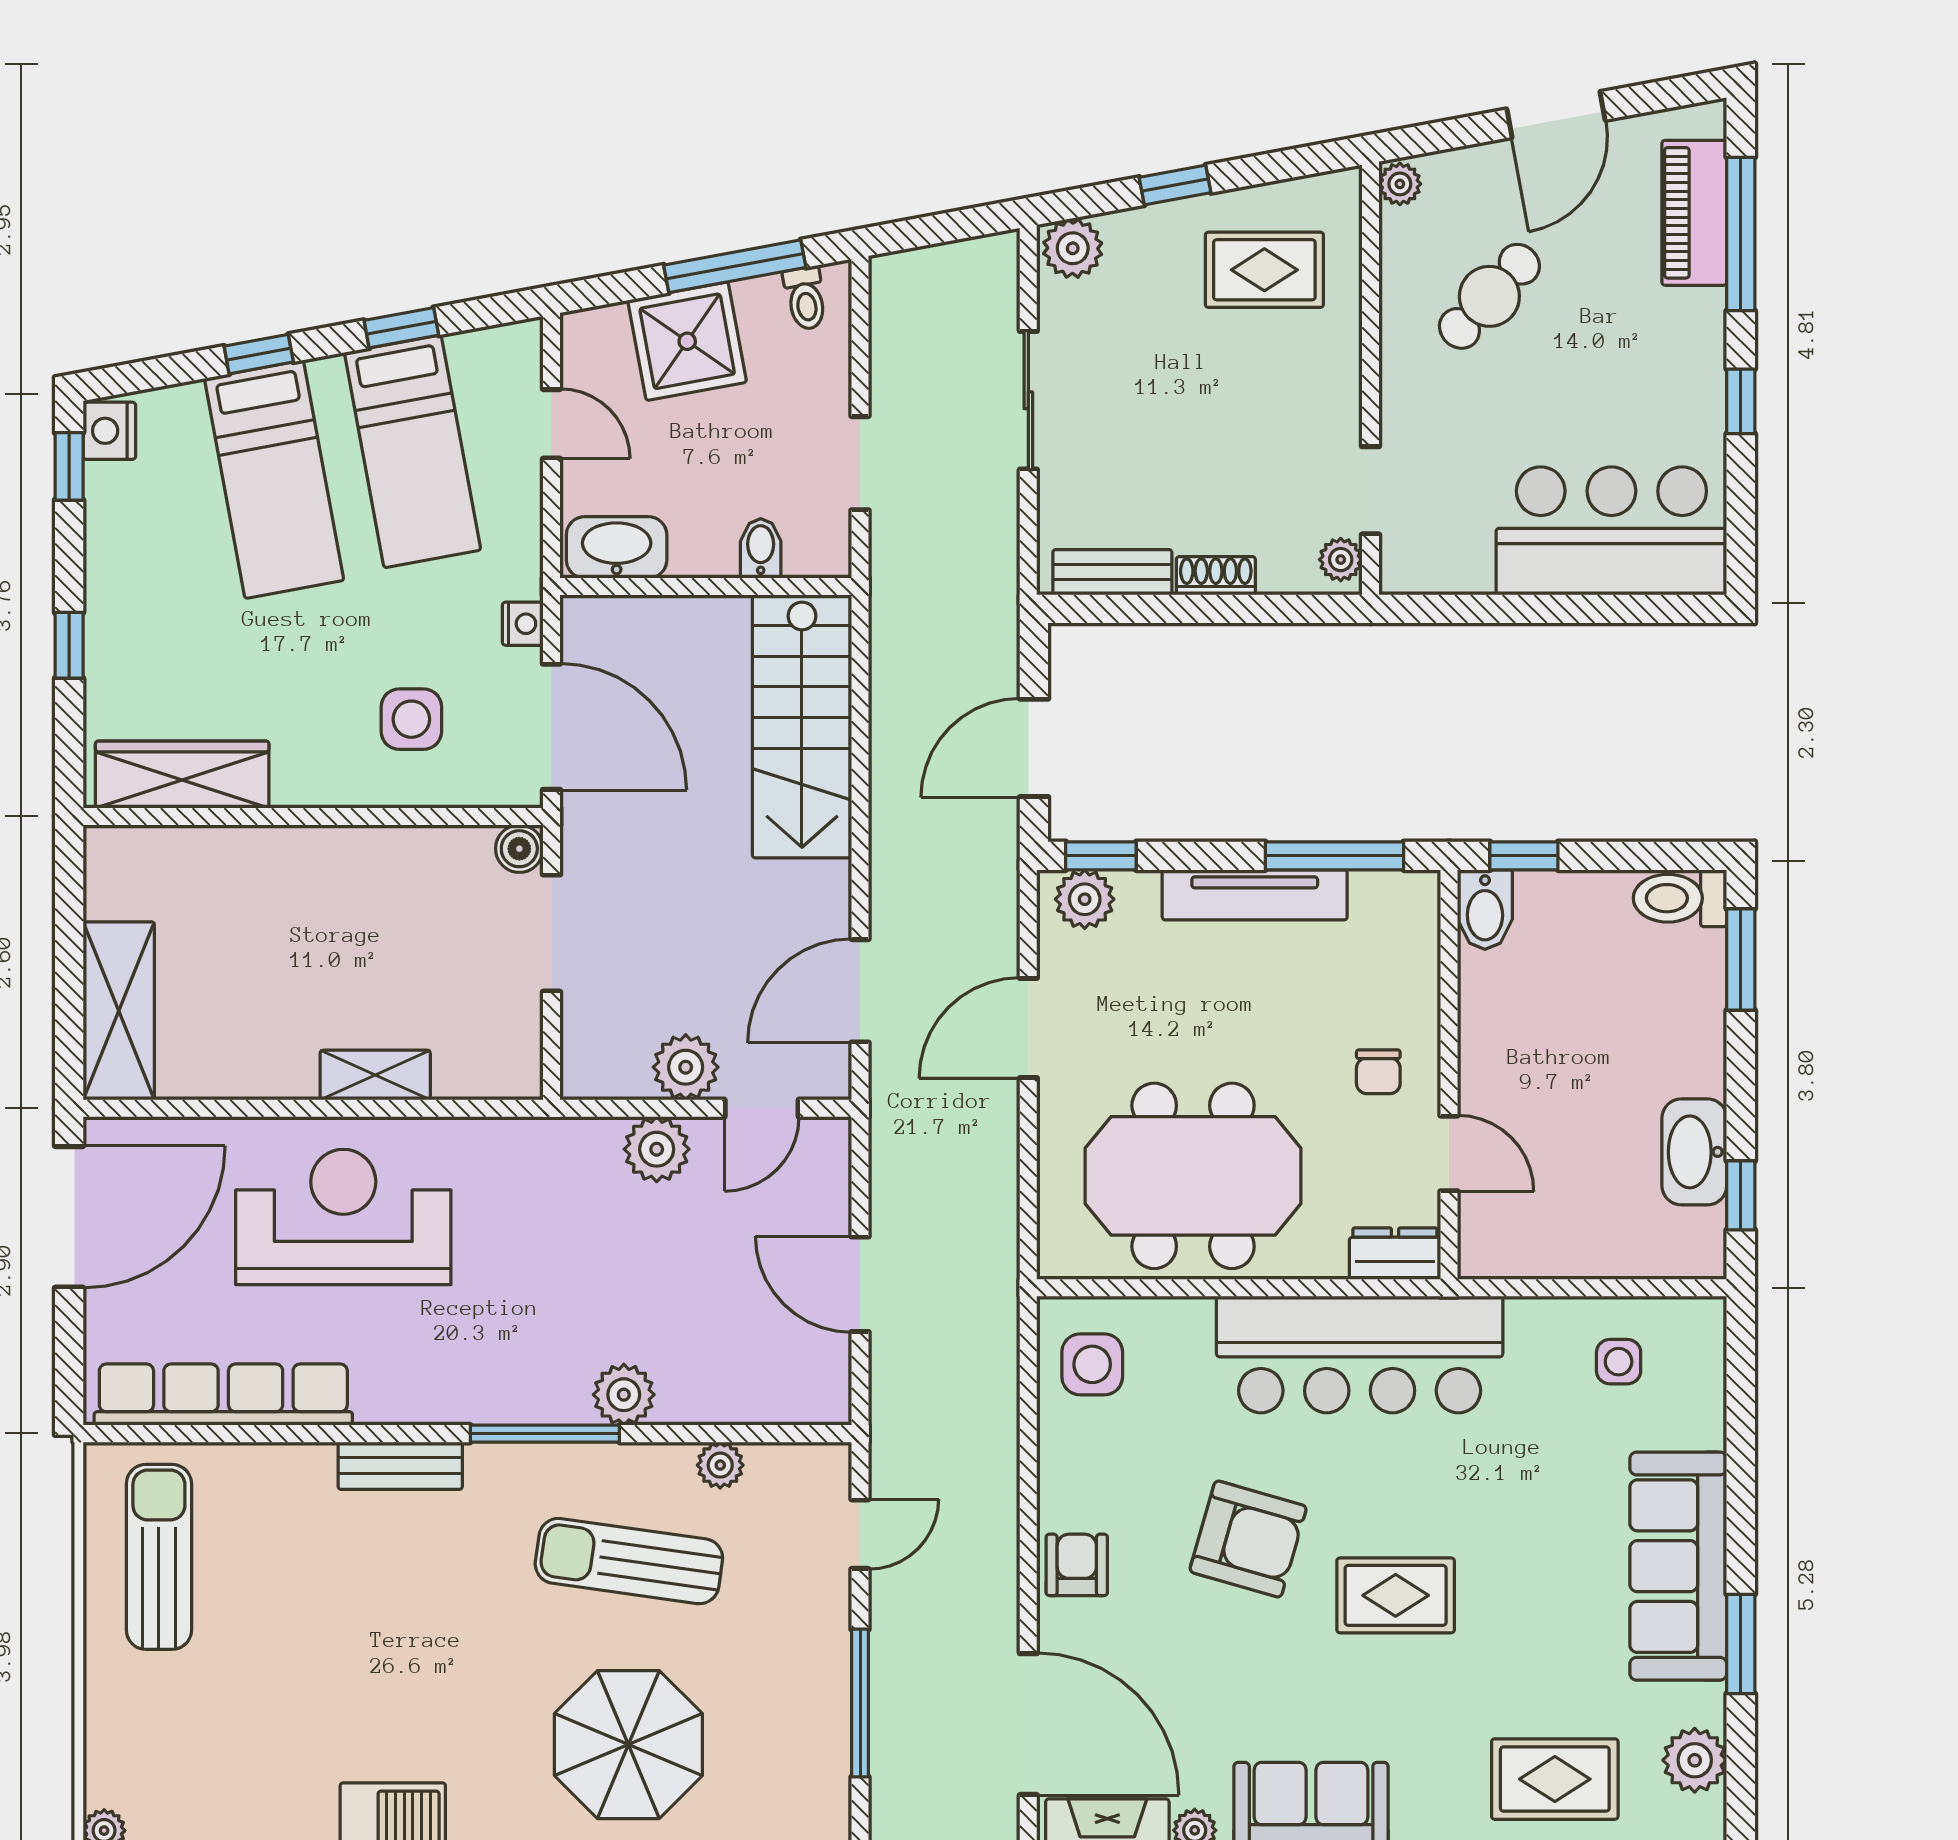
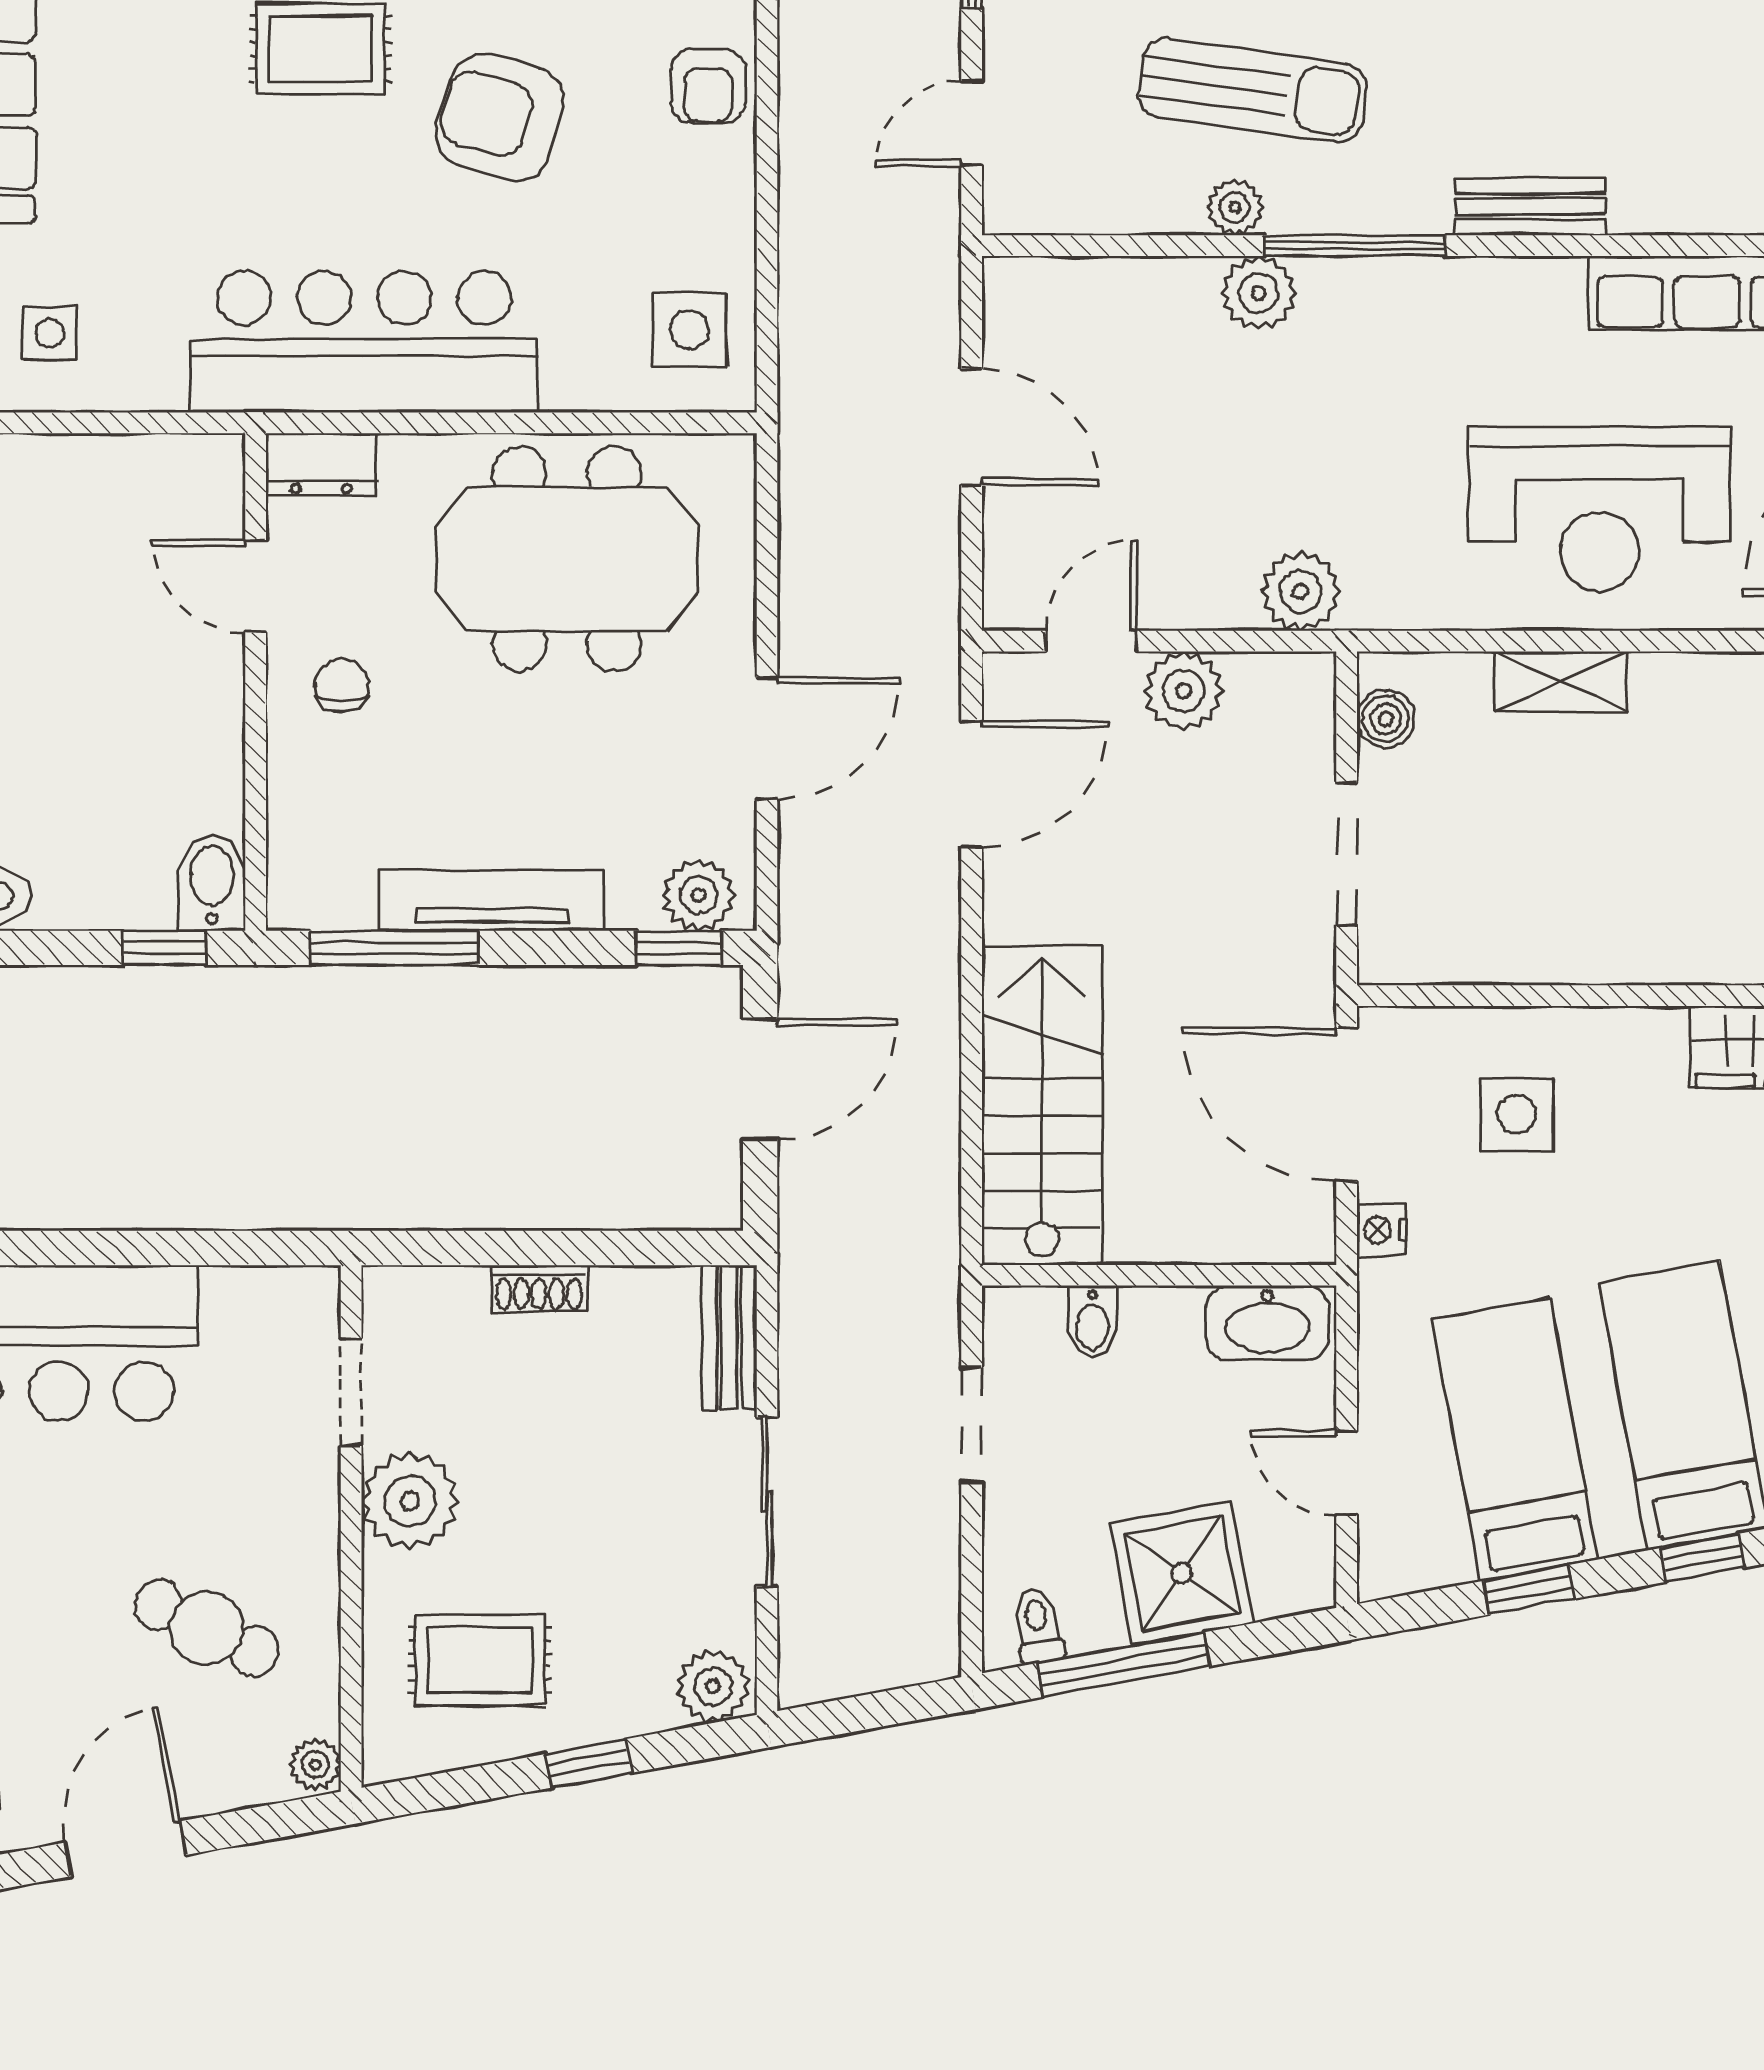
cafe table: (1489, 296) -> (206, 1628), turned 73
plant: (1341, 560) -> (410, 1501), moved, width x1.87, depth x1.87
bench: (1112, 572) -> (729, 1337), moved, turned 90
boiler: (519, 849) -> (1386, 719), moved
plant: (657, 1149) -> (1301, 591), moved
plant: (720, 1465) -> (1235, 207), moved

